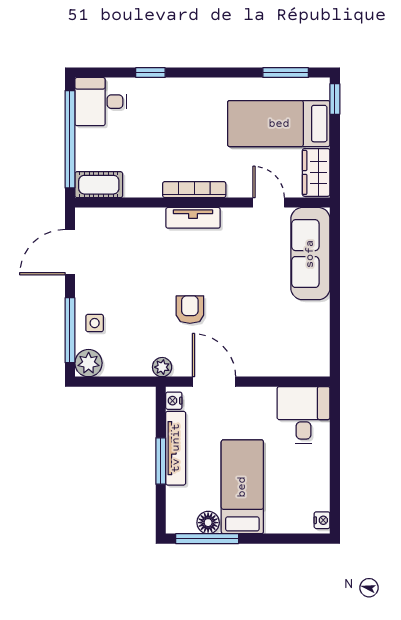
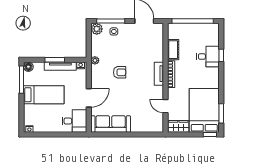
desk: (101, 102) -> (208, 56), moved, turned 90
bed: (279, 124) -> (204, 110), width x1.50
cot: (99, 185) -> (173, 50), moved
door: (269, 203) -> (165, 106), swing flipped
sofa: (310, 254) -> (111, 124), moved
door: (214, 382) -> (89, 98), moved
floor lamp: (208, 523) -> (28, 67), moved

